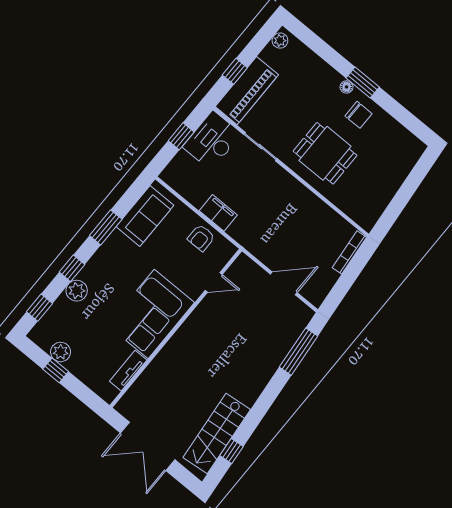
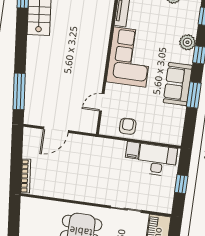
desk: (212, 140) -> (157, 160), moved, turned -90
filing cabinet: (218, 213) -> (133, 150), width x0.50
sofa: (145, 216) -> (178, 84), moved

